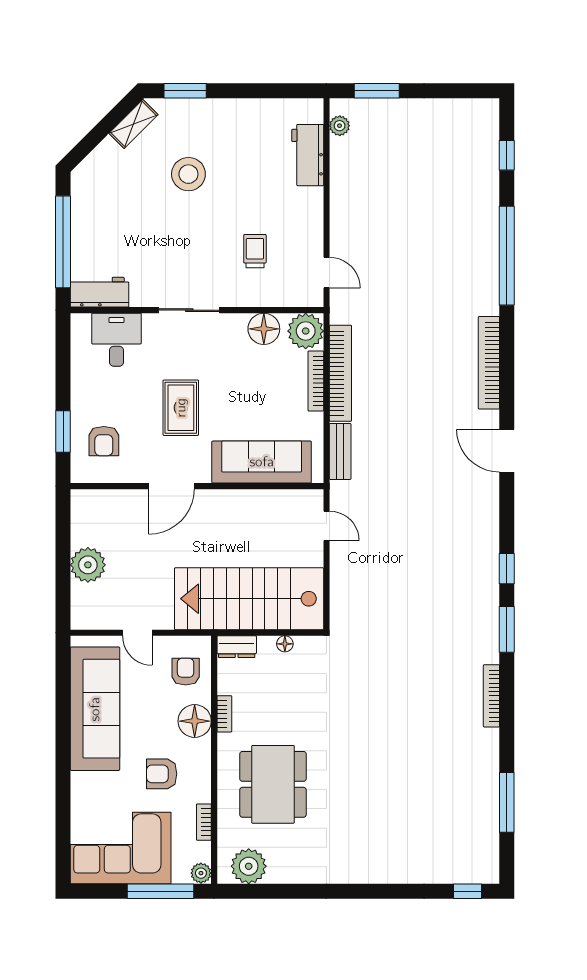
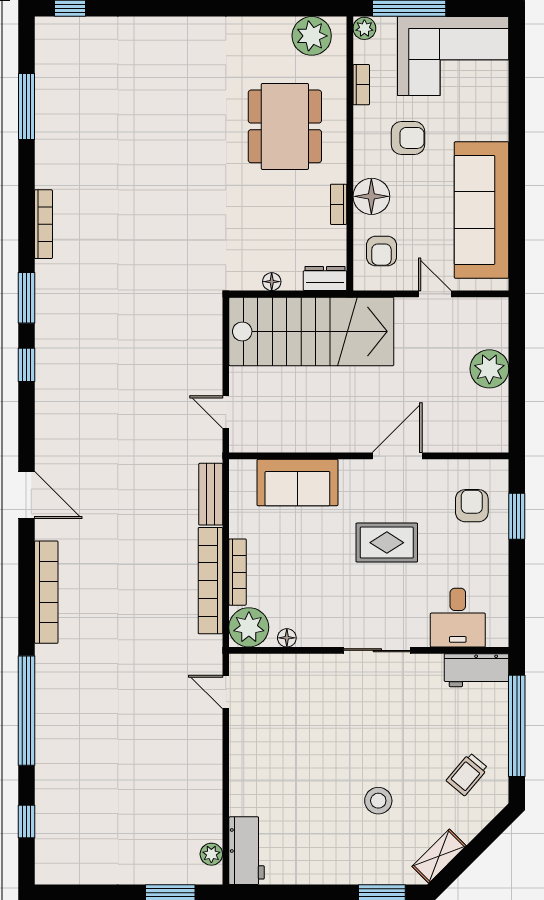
workbench: (308, 155) -> (247, 851), moved
stool: (188, 174) -> (378, 801), width x0.73, depth x0.73
trolley: (255, 251) -> (467, 774), moved, turned 40
floor lamp: (264, 329) -> (287, 638), width x0.53, depth x0.53
rug: (181, 408) -> (387, 543), turned 90
sofa: (262, 462) -> (297, 482), width x0.73

